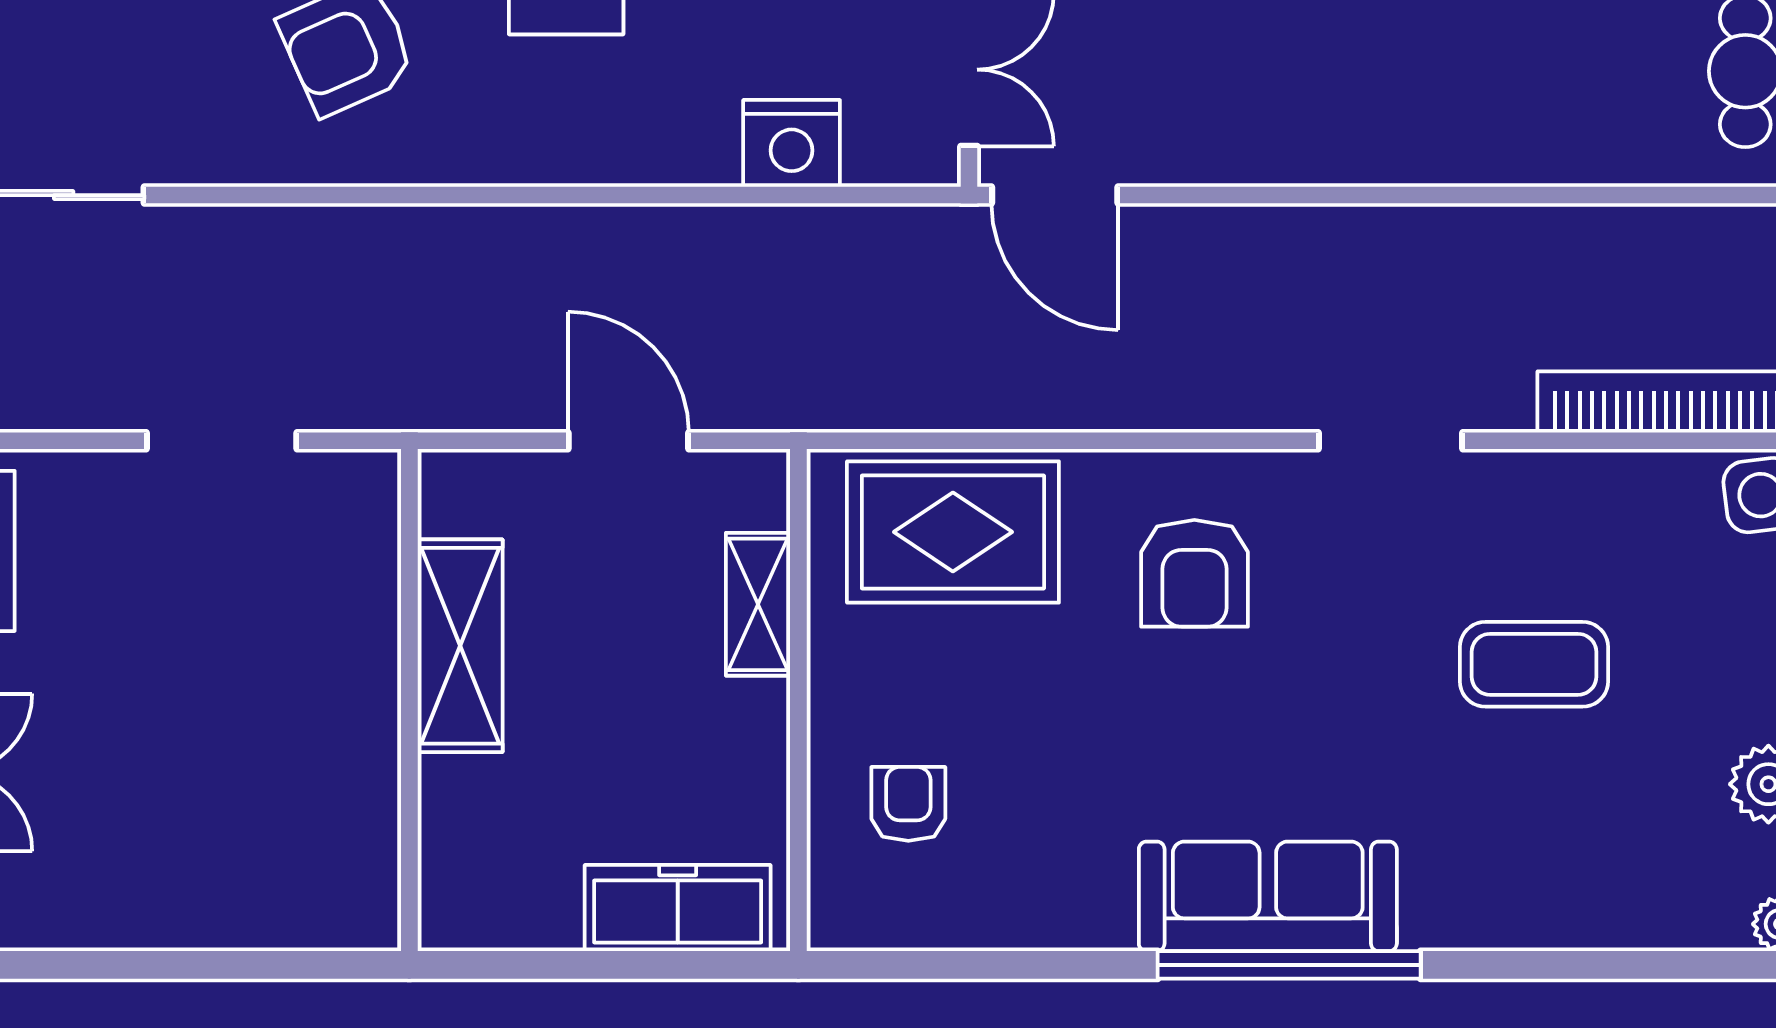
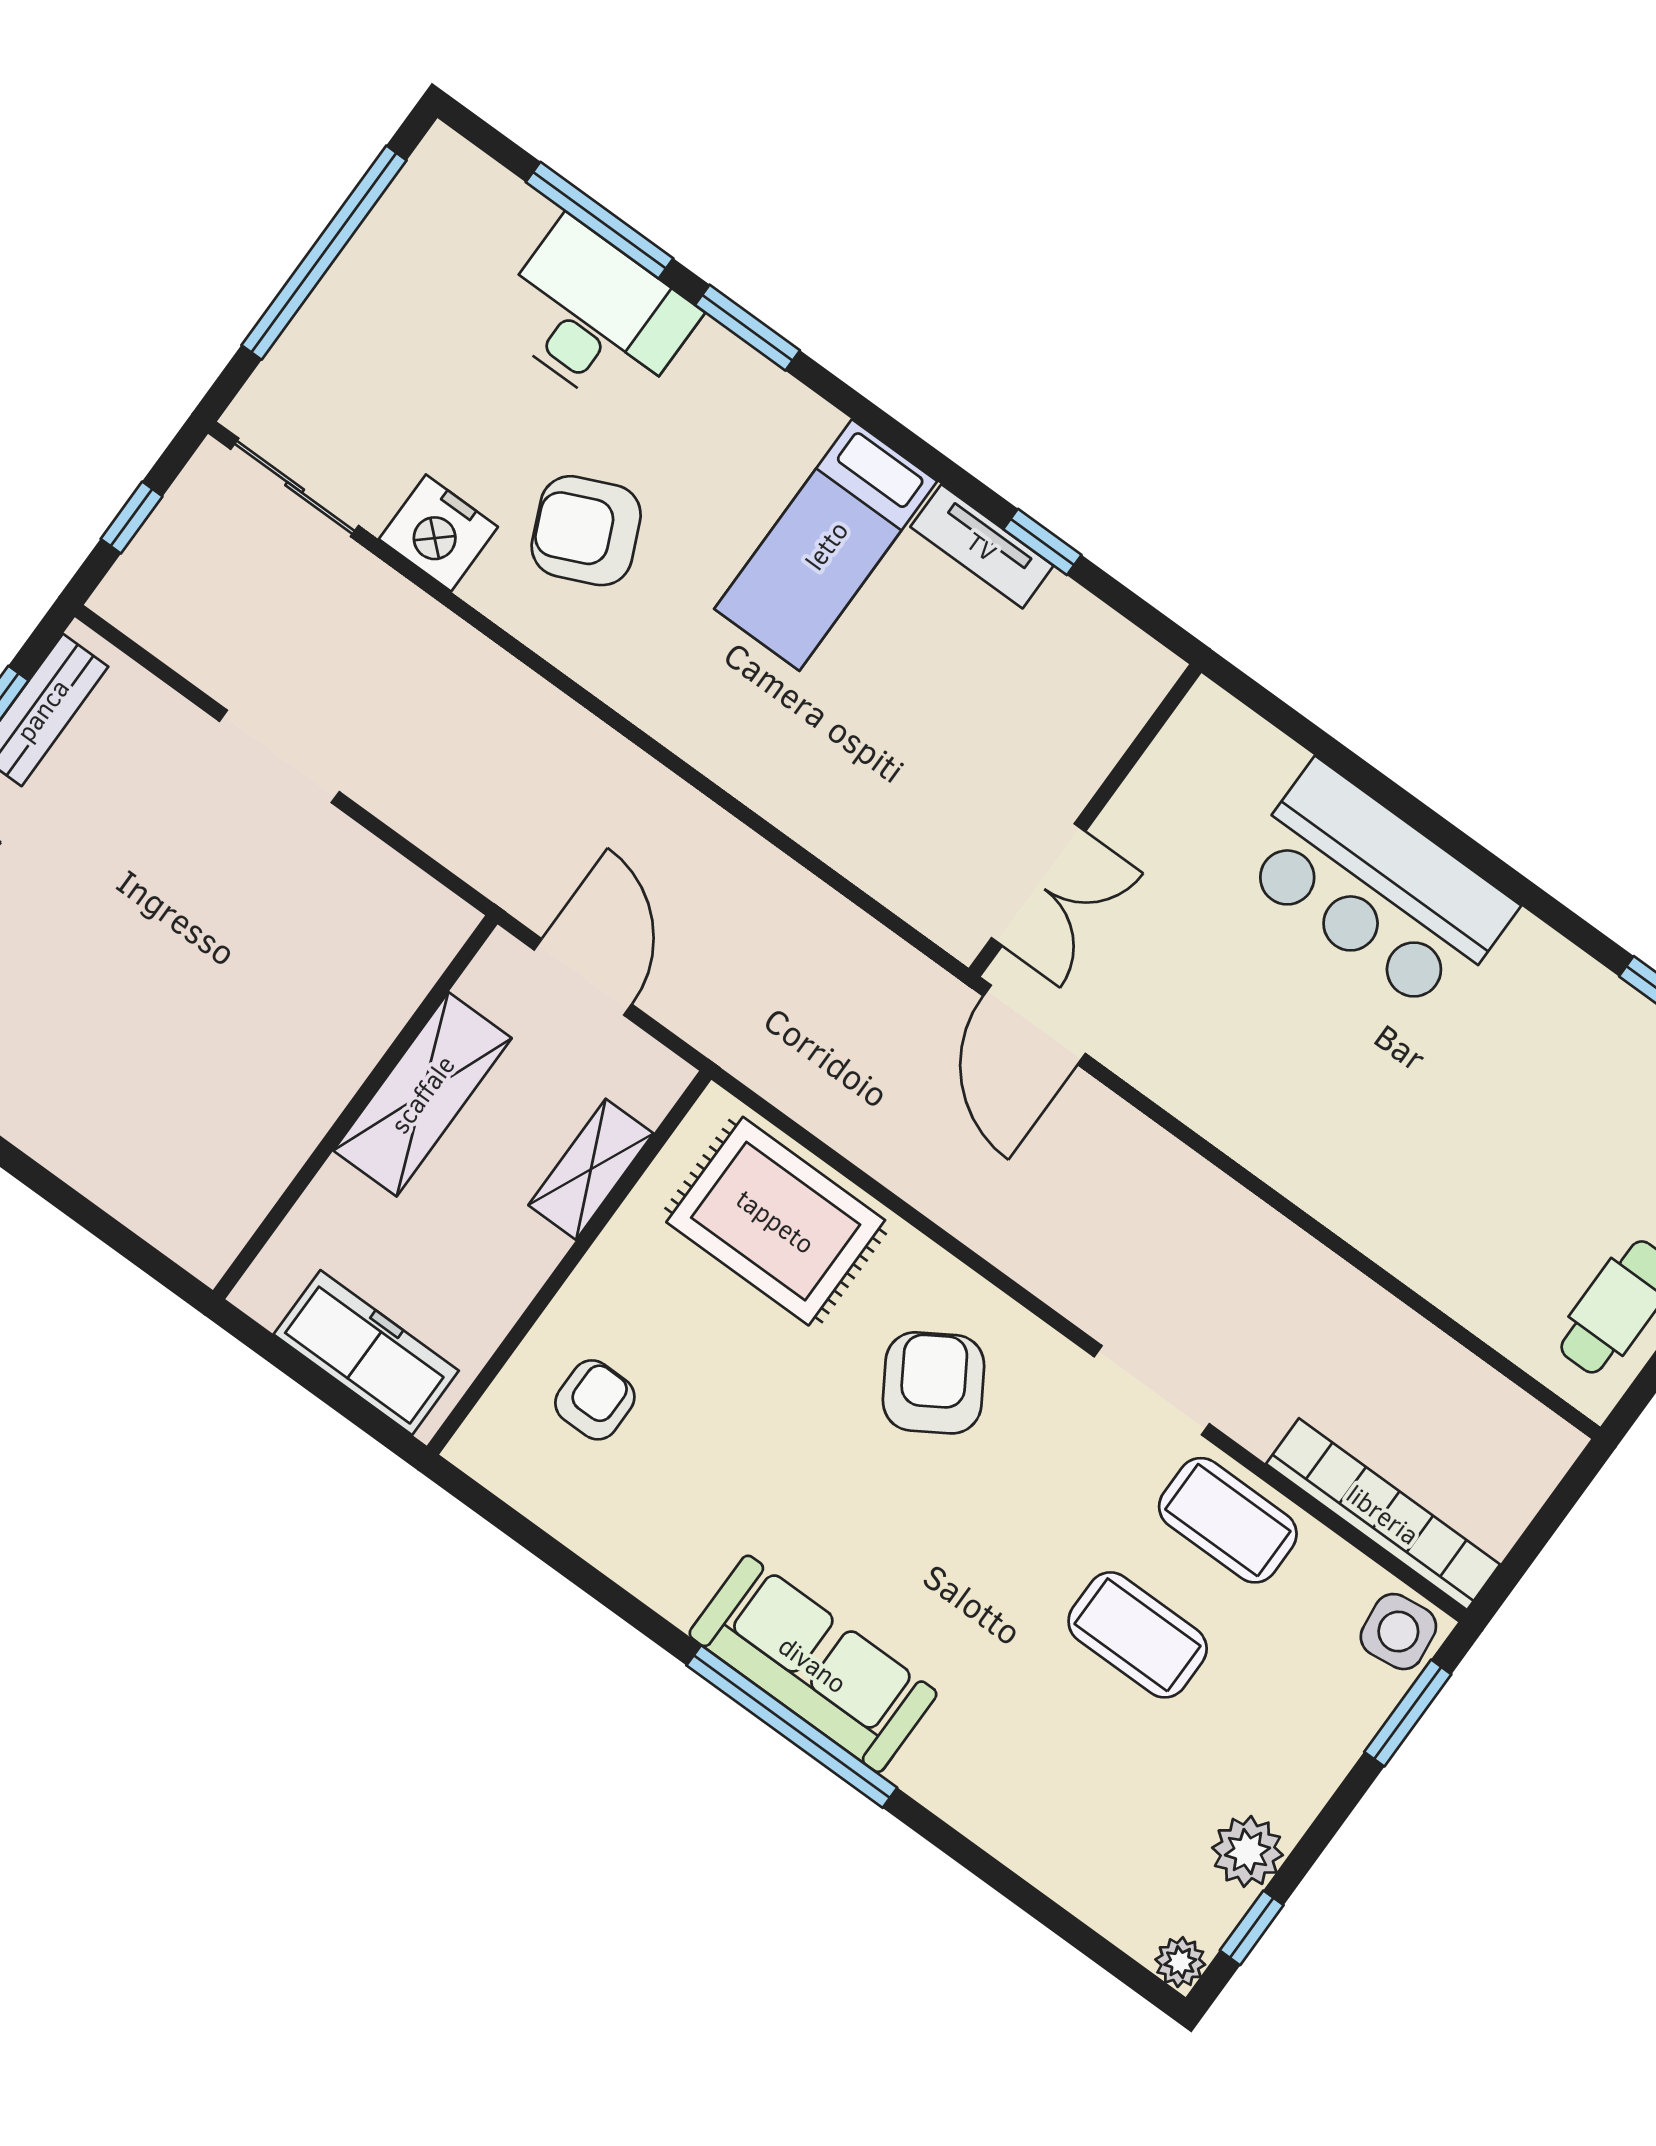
nightstand: (792, 143) -> (438, 533), moved
coffee table: (1540, 506) -> (1228, 1520), added
armchair: (1194, 573) -> (933, 1383), turned 148
shelving: (460, 646) -> (422, 1094), moved
wall: (409, 700) -> (355, 1107), moved

